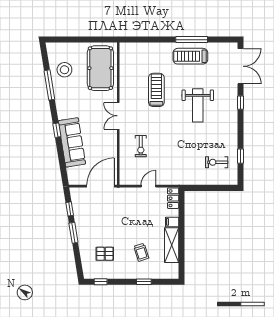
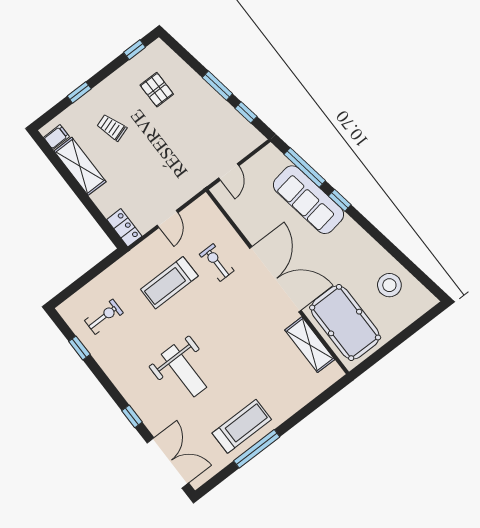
double door: (241, 66) -> (168, 463), swing flipped
shelving: (126, 71) -> (310, 345), added
window: (49, 85) -> (305, 167), moved
treadmill: (156, 90) -> (169, 283), moved, turned 90
weight bench: (198, 105) -> (184, 371), turned 180
double door: (118, 116) -> (275, 279), width x1.87
door: (101, 186) -> (229, 172), width x0.53
filing cabinet: (172, 222) -> (56, 137), moved
pallet: (105, 254) -> (157, 90), turned 90

